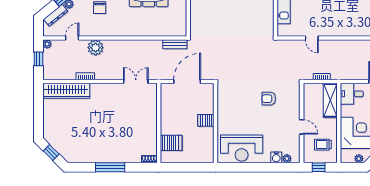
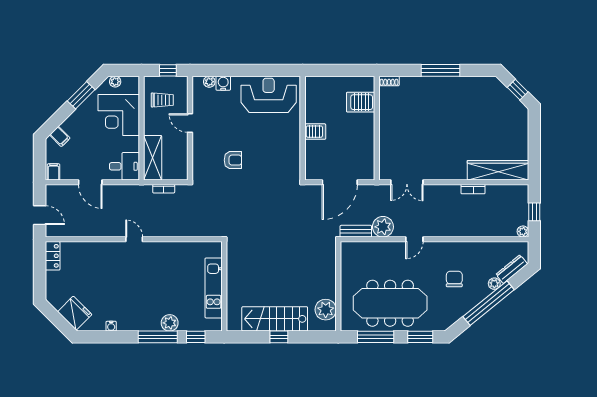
door: (72, 38) -> (414, 239), moved
door: (312, 38) -> (134, 239), moved
plant: (96, 48) -> (383, 227), moved

